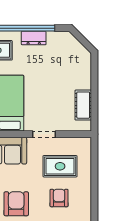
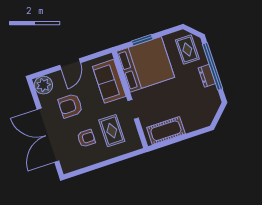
cot: (83, 105) -> (166, 131), width x1.37, depth x1.34
armchair: (16, 204) -> (70, 106), turned 180

